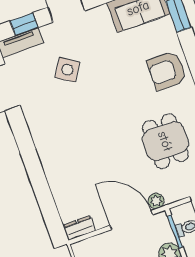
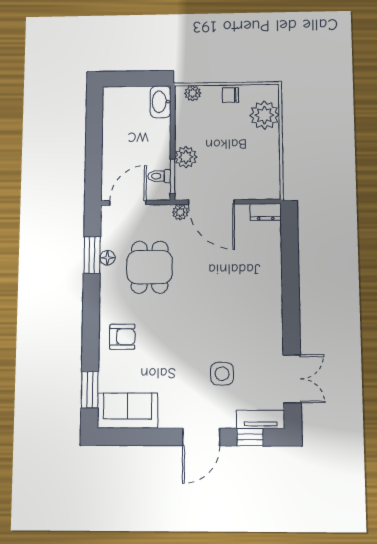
side table: (67, 70) -> (222, 374), turned -33
armchair: (167, 71) -> (122, 337), width x0.72, depth x0.72

